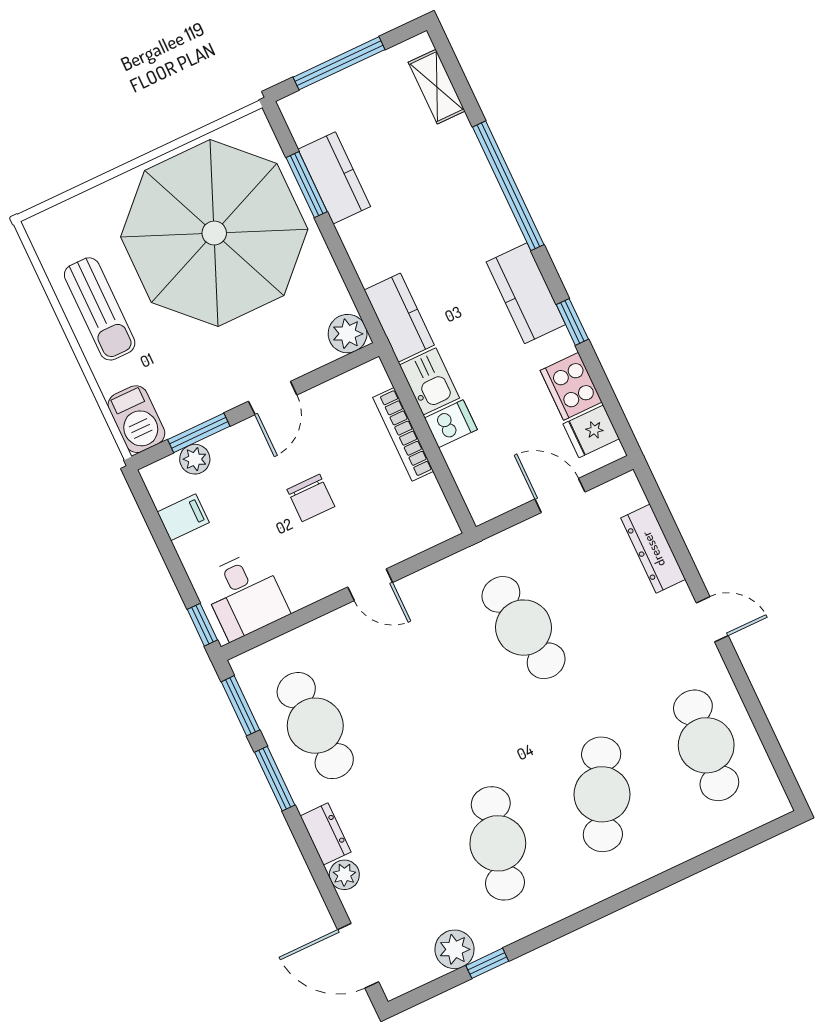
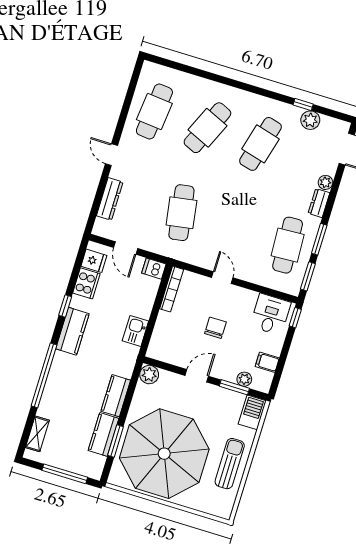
kitchen counter: (399, 318) -> (116, 396), moved
dishwasher: (451, 424) -> (154, 269), moved
bookcase: (403, 434) -> (172, 289), moved

